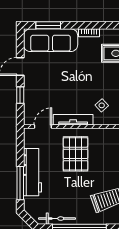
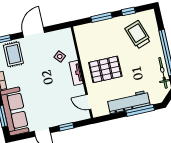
tv unit: (73, 120) -> (76, 73), width x0.71

